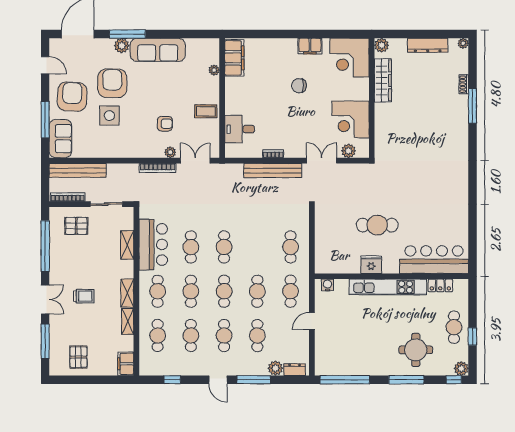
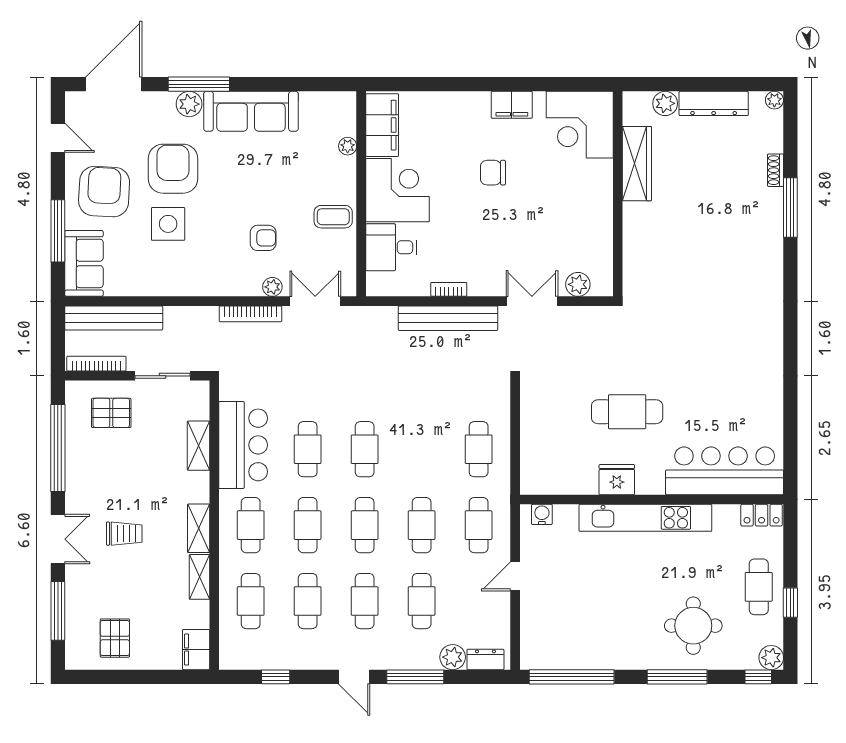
plant: (382, 45) -> (665, 103), moved
corner desk: (351, 119) -> (398, 190), moved, turned 180
locker: (440, 285) -> (762, 515), moved

